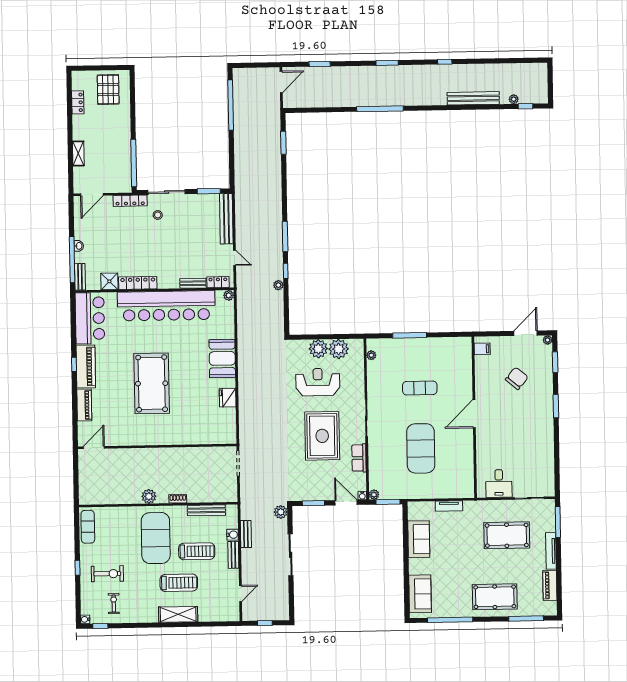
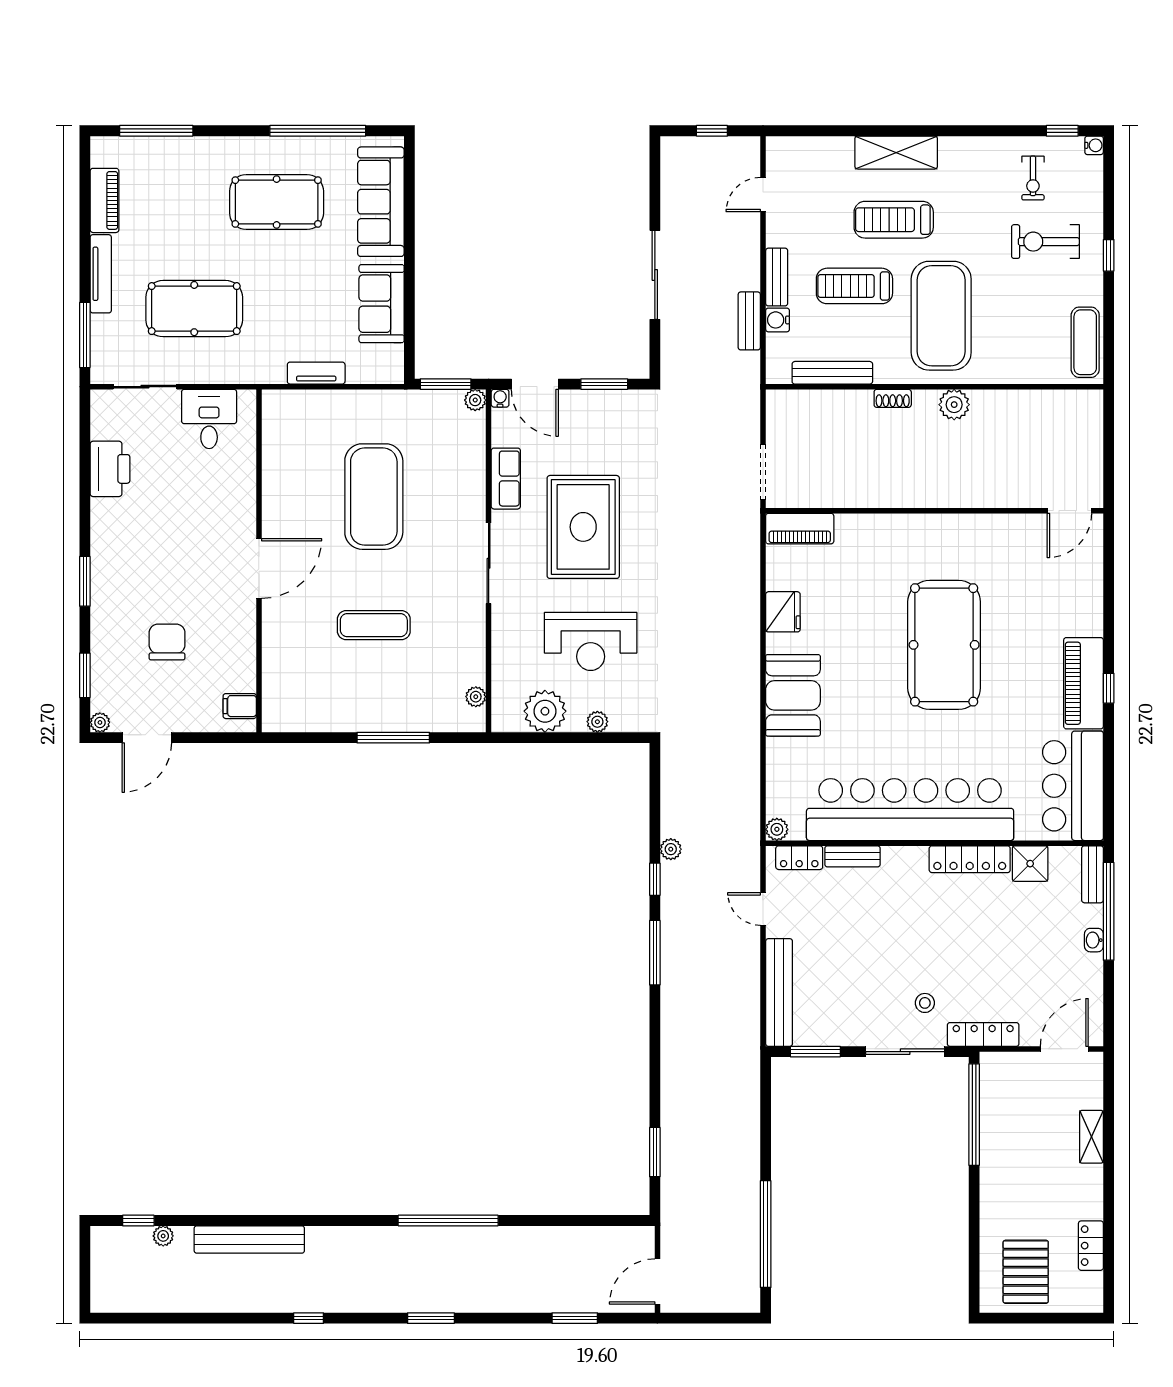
plant: (318, 349) -> (597, 722), width x0.53, depth x0.53
chair: (517, 378) -> (167, 642), turned 140
piano: (84, 405) -> (800, 529), moved, turned -90
printer: (545, 459) -> (110, 469), added
plant: (281, 512) -> (674, 367), removed
sofa: (420, 594) -> (381, 202), width x1.36
pool table: (495, 597) -> (277, 202), moved

